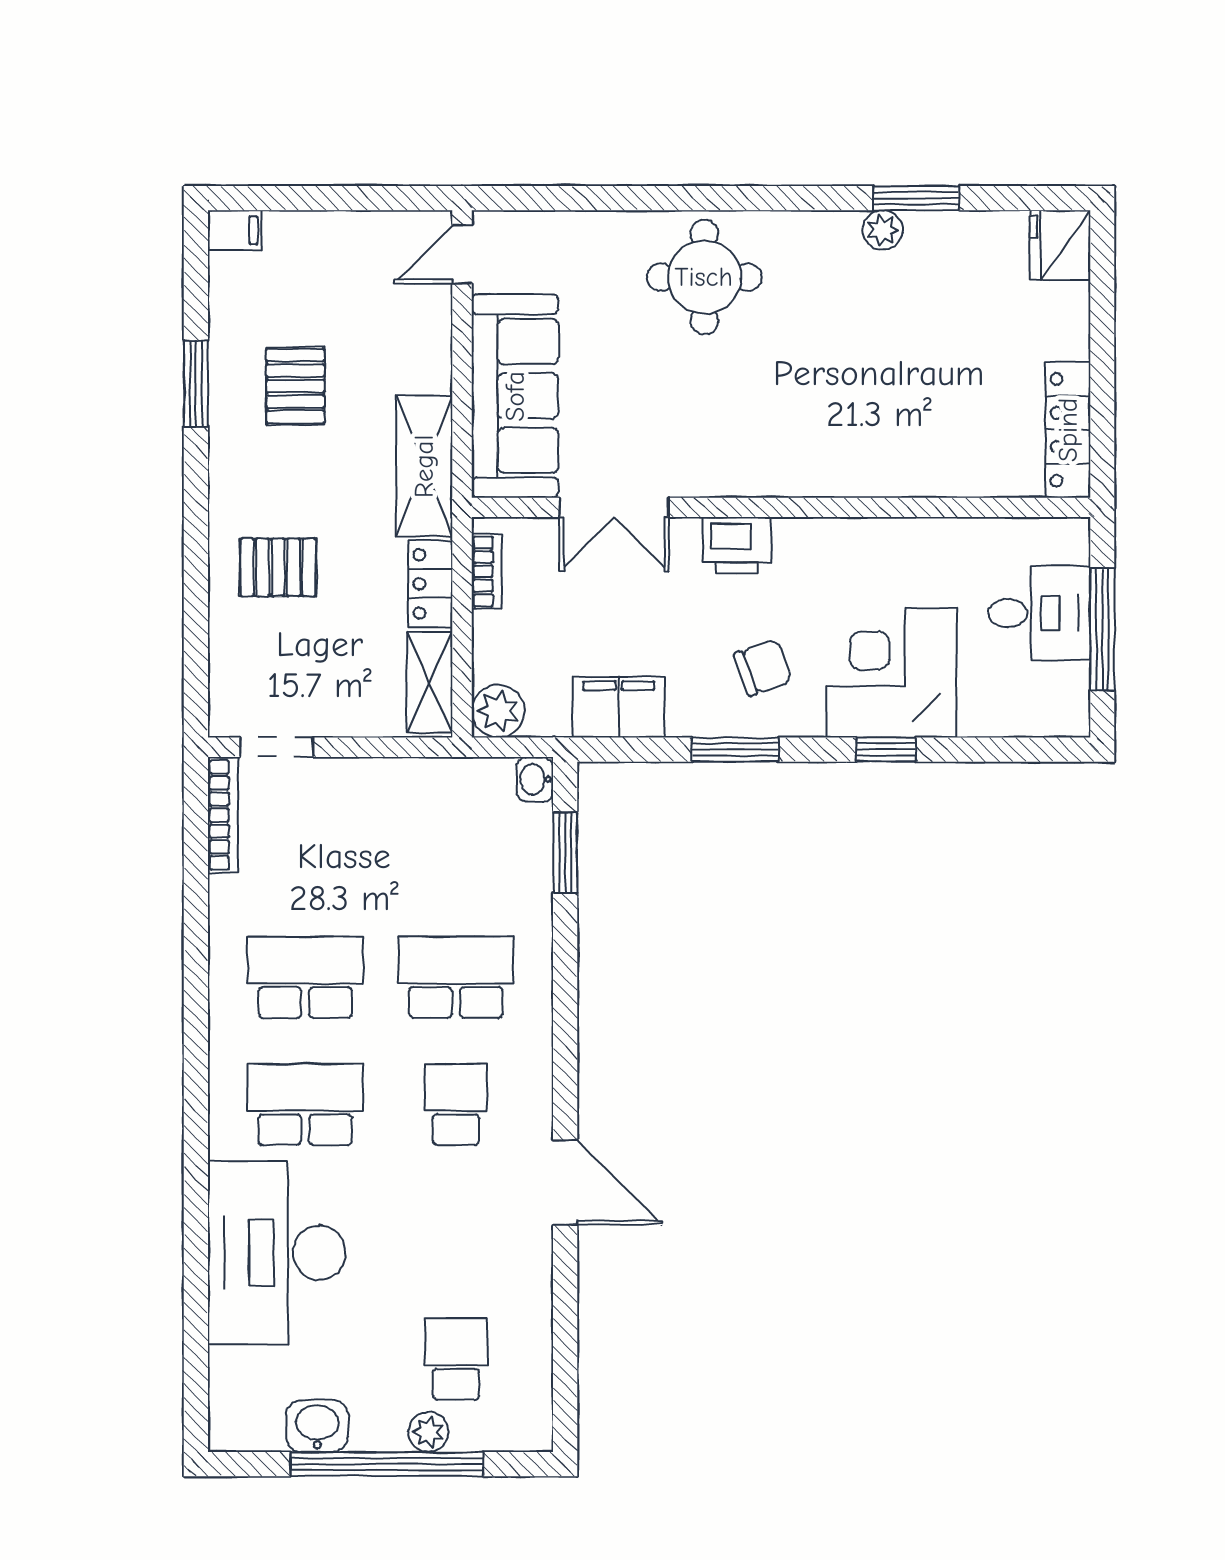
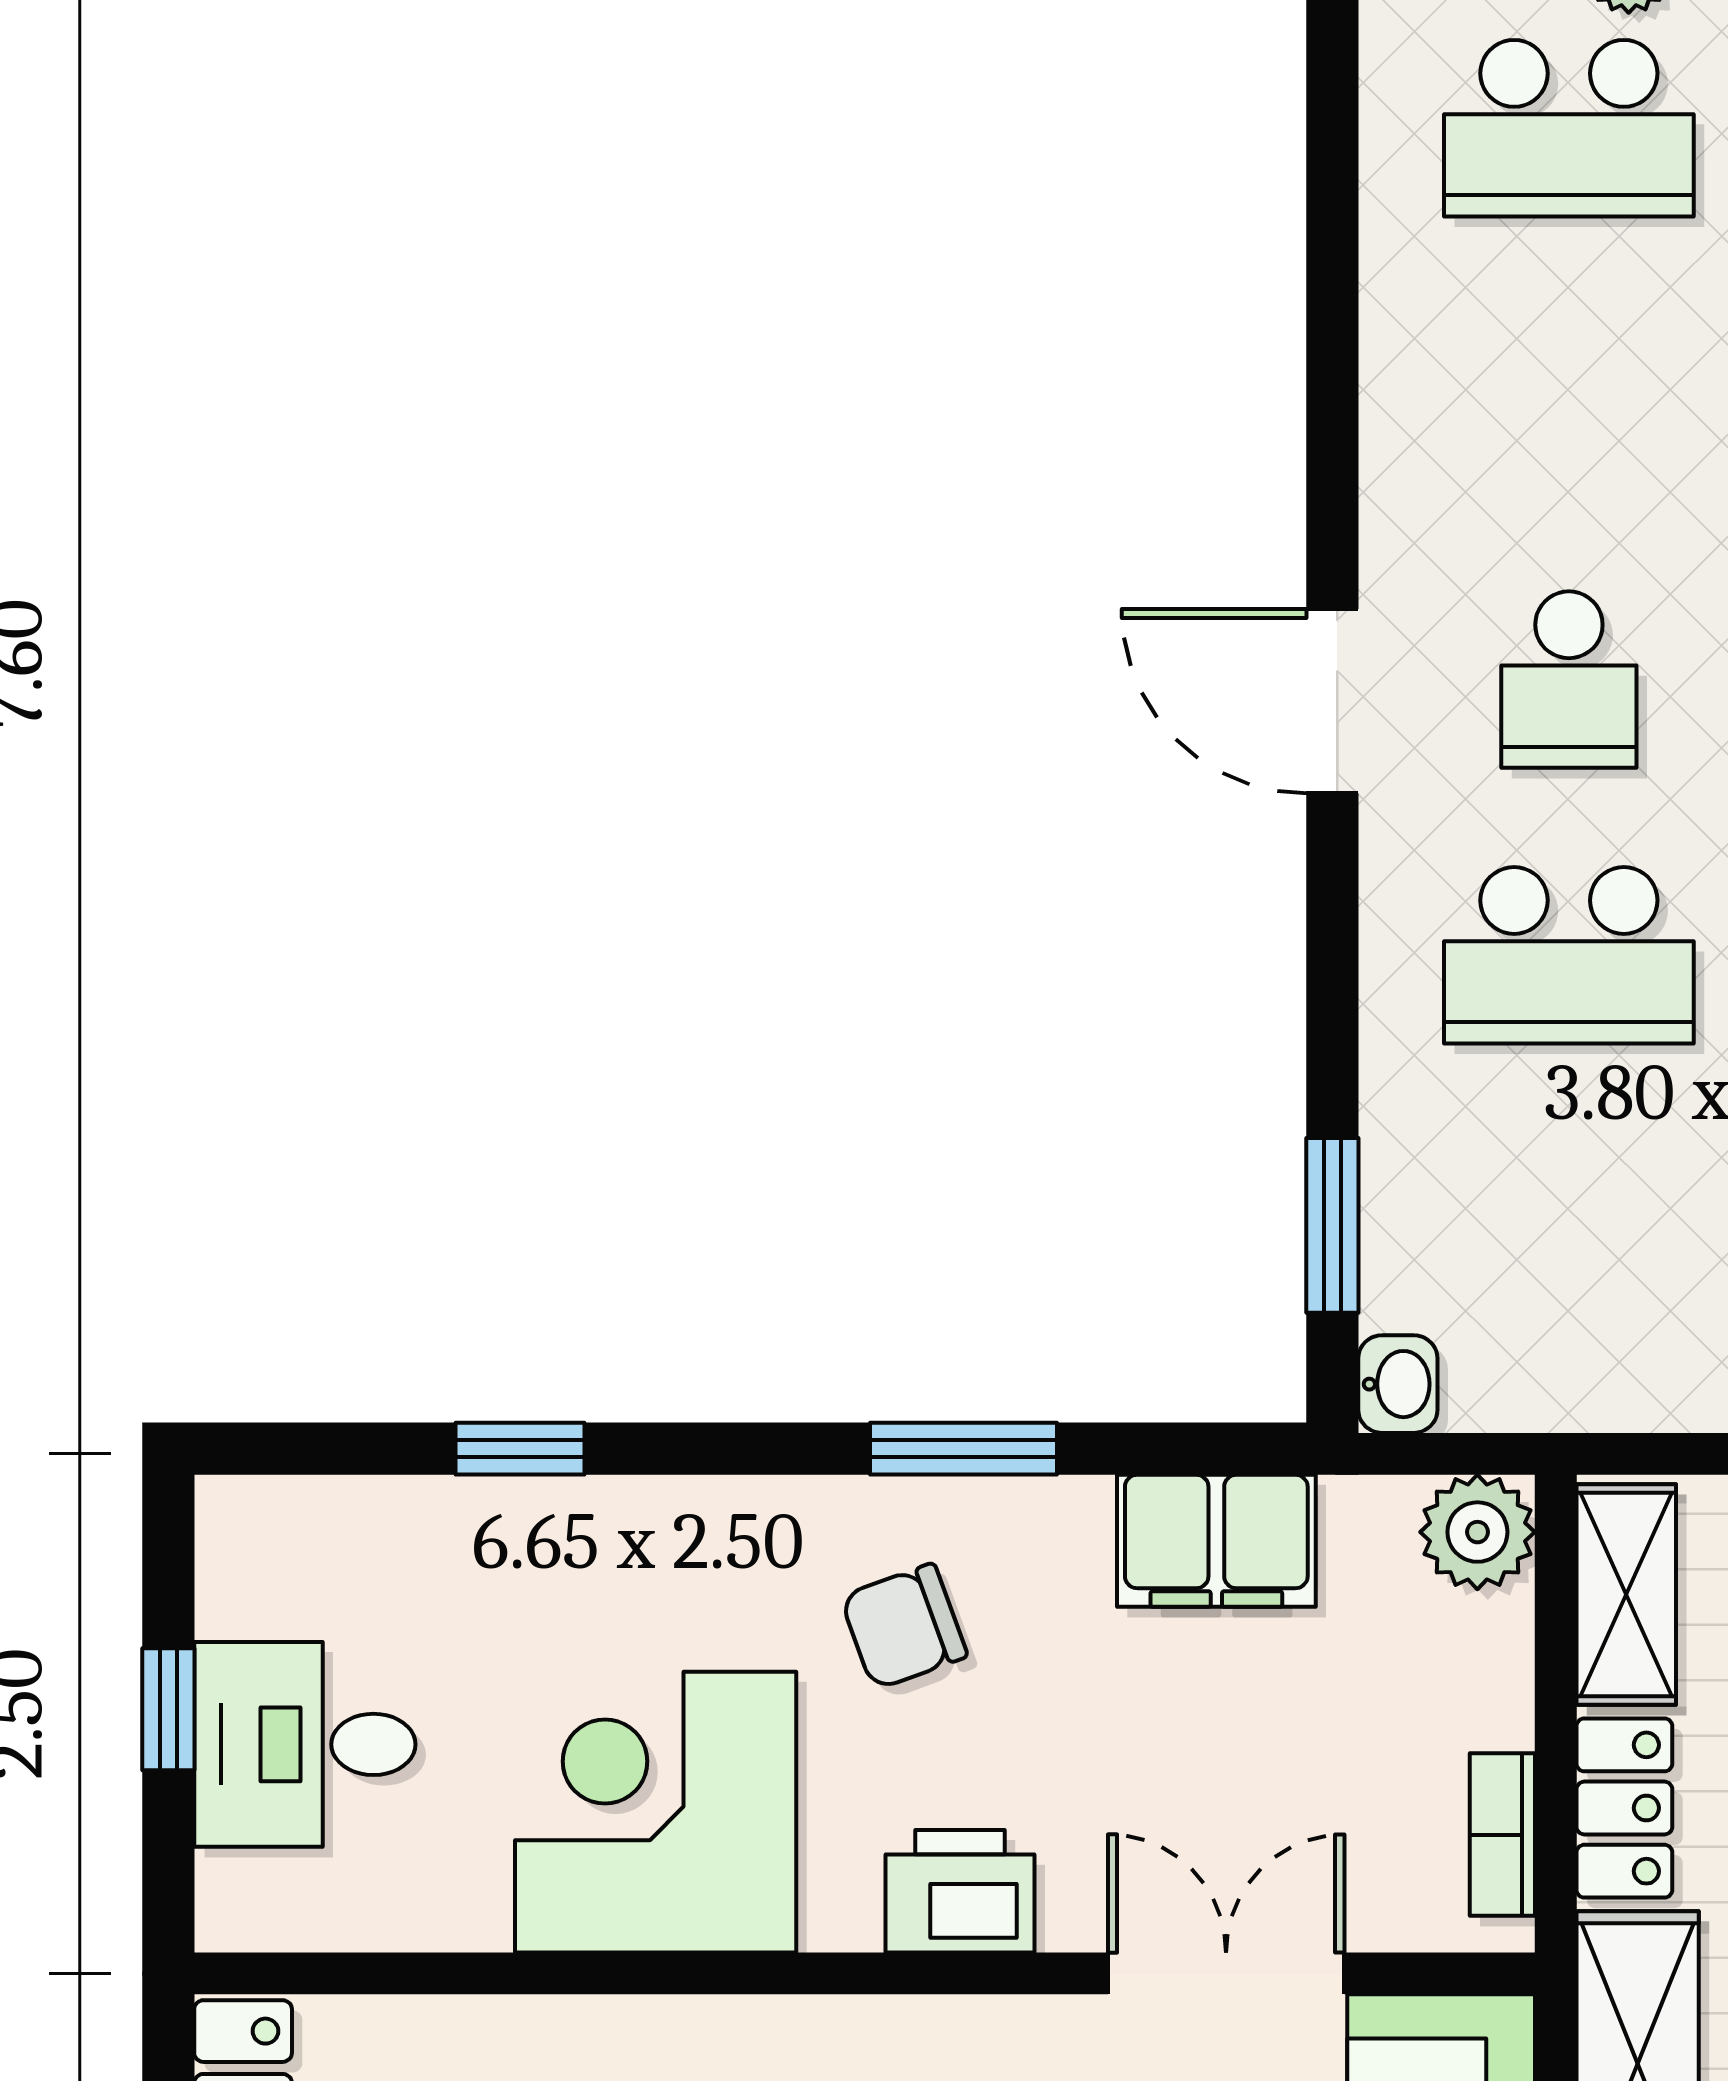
window: (1102, 629) -> (168, 1709), width x0.46
corner desk: (892, 673) -> (656, 1812), moved, turned 180
window: (886, 750) -> (520, 1449), moved
door: (565, 1182) -> (1332, 701), moved
school desk: (456, 1359) -> (1569, 128), width x1.85

